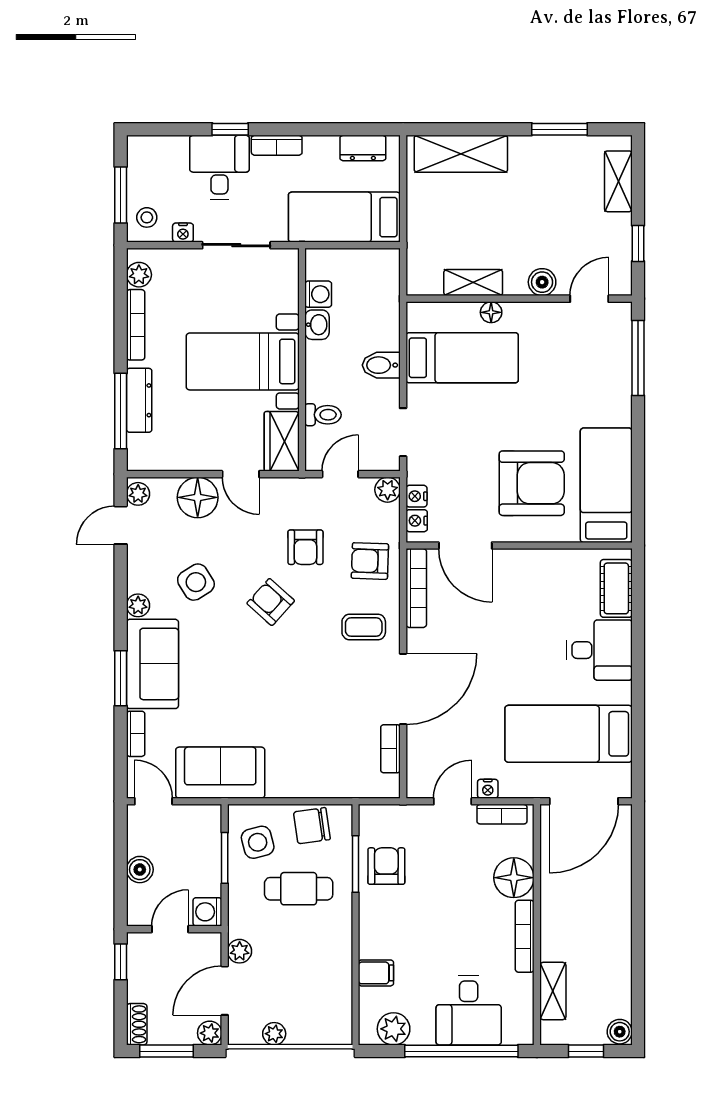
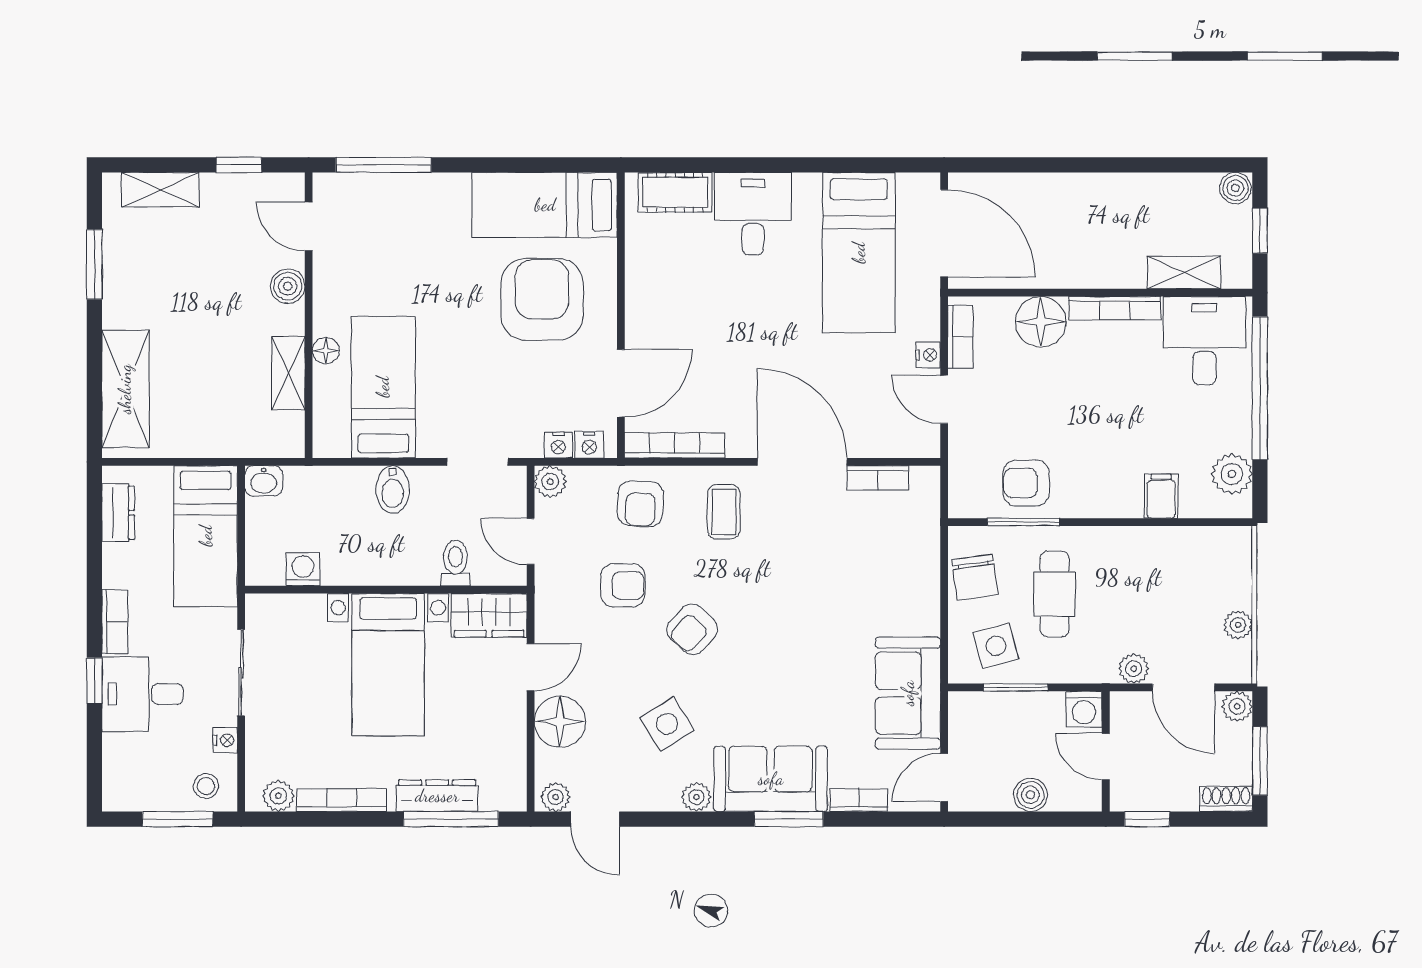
washbasin: (317, 325) -> (264, 481), moved, turned 180
desk: (469, 1010) -> (1204, 341), moved, turned -90

